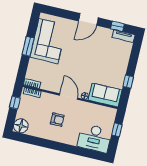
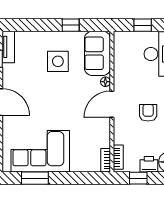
window: (28, 46) -> (35, 178), moved
side table: (106, 67) -> (58, 61), added
printer: (22, 112) -> (149, 164), added

